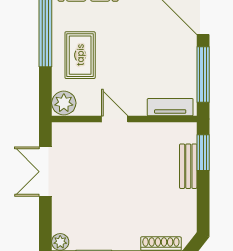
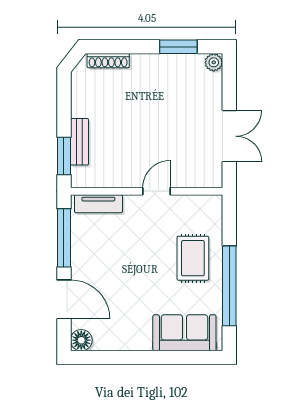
plant: (64, 103) -> (210, 208), removed
door: (115, 119) -> (157, 191), swing flipped

